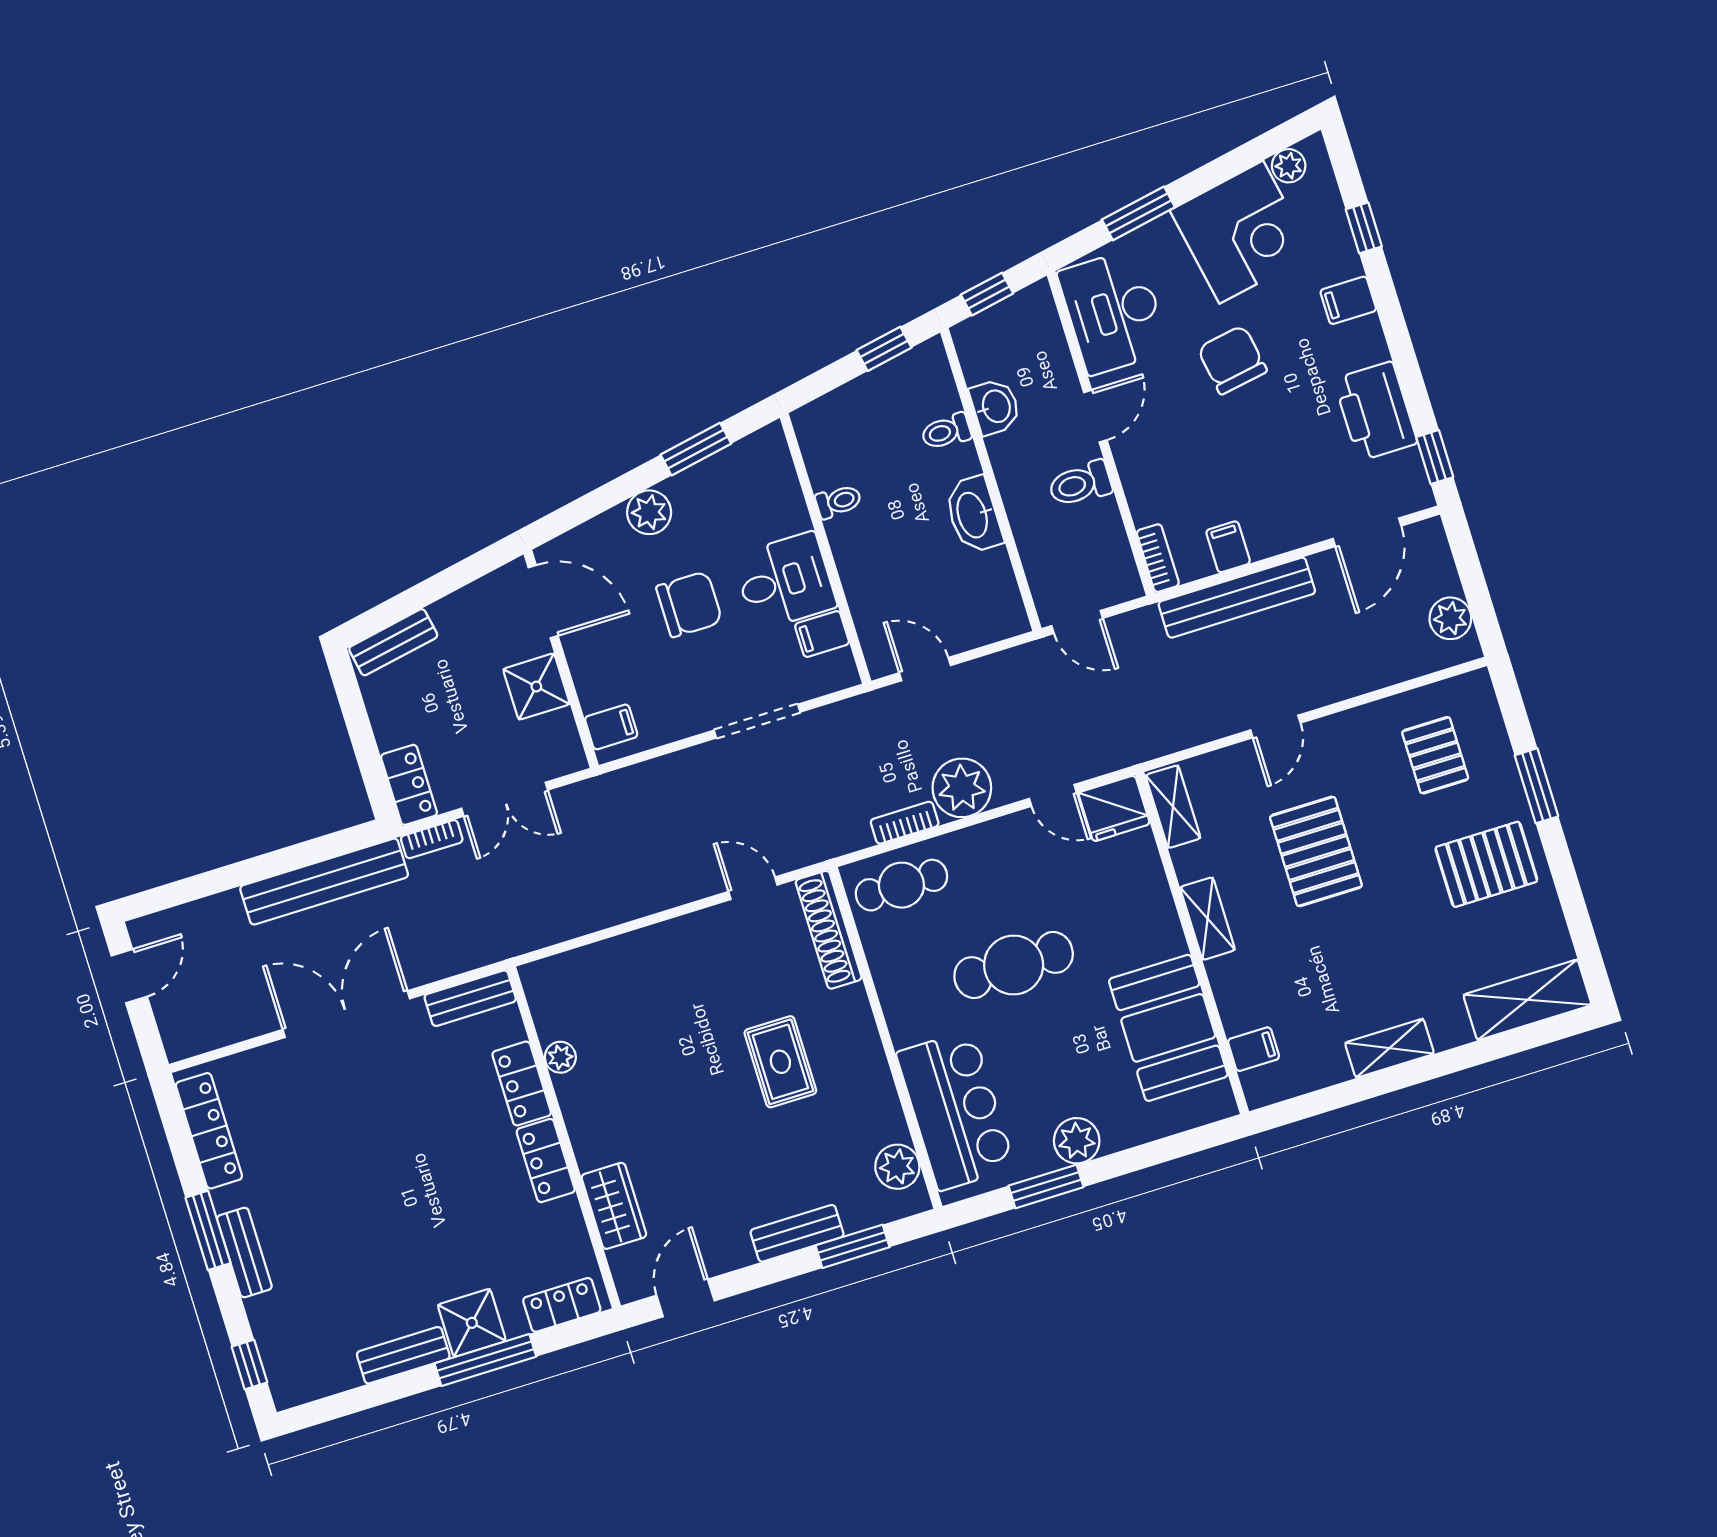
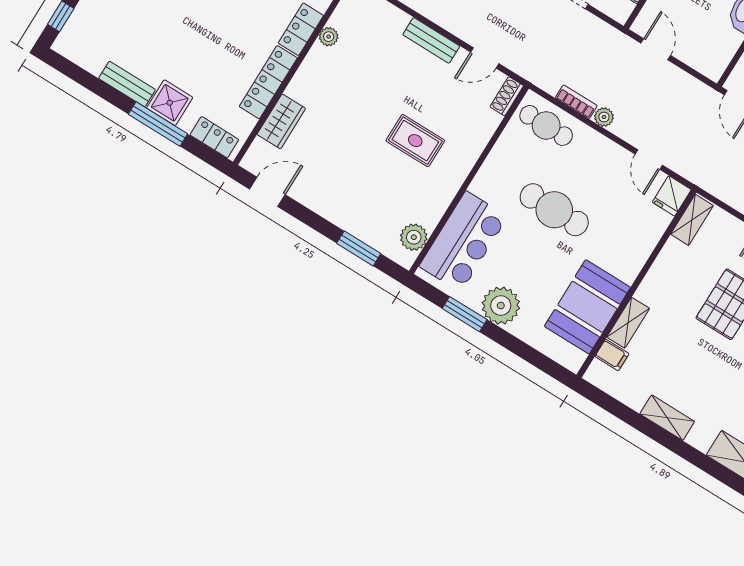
plant: (962, 788) -> (604, 117), width x0.53, depth x0.53
fridge: (1114, 808) -> (672, 196), width x0.72
door: (753, 888) -> (485, 58), swing flipped
shelving: (1208, 919) -> (628, 323), moved
shoe rack: (829, 930) -> (507, 96), width x0.51, depth x0.81
rug: (780, 1062) -> (415, 141), turned 90
plant: (1077, 1141) -> (501, 306), width x1.36, depth x1.36
locker: (546, 1161) -> (268, 82), width x1.53
bench: (797, 1233) -> (431, 40), moved

